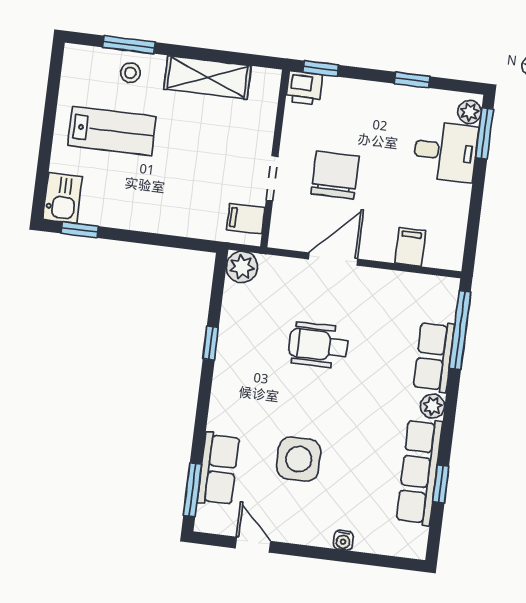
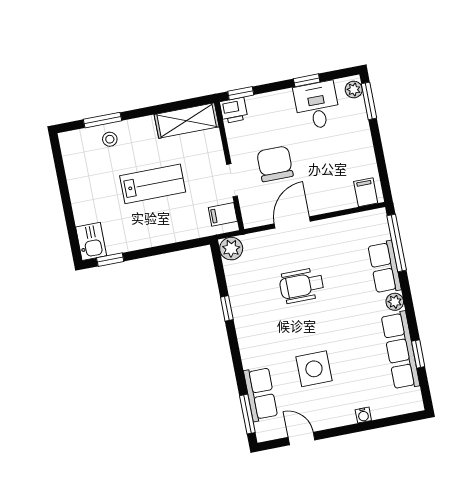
shelving: (208, 77) -> (187, 121), moved
lab bench: (112, 131) -> (153, 184), moved
desk: (446, 152) -> (317, 105), moved, turned -90
filing cabinet: (410, 247) -> (366, 192), moved

